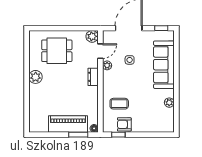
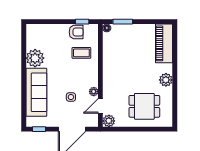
dresser: (93, 77) -> (108, 80), removed
plant: (169, 103) -> (35, 58), width x1.87, depth x1.87
piano: (68, 124) -> (164, 43), moved, turned 90

